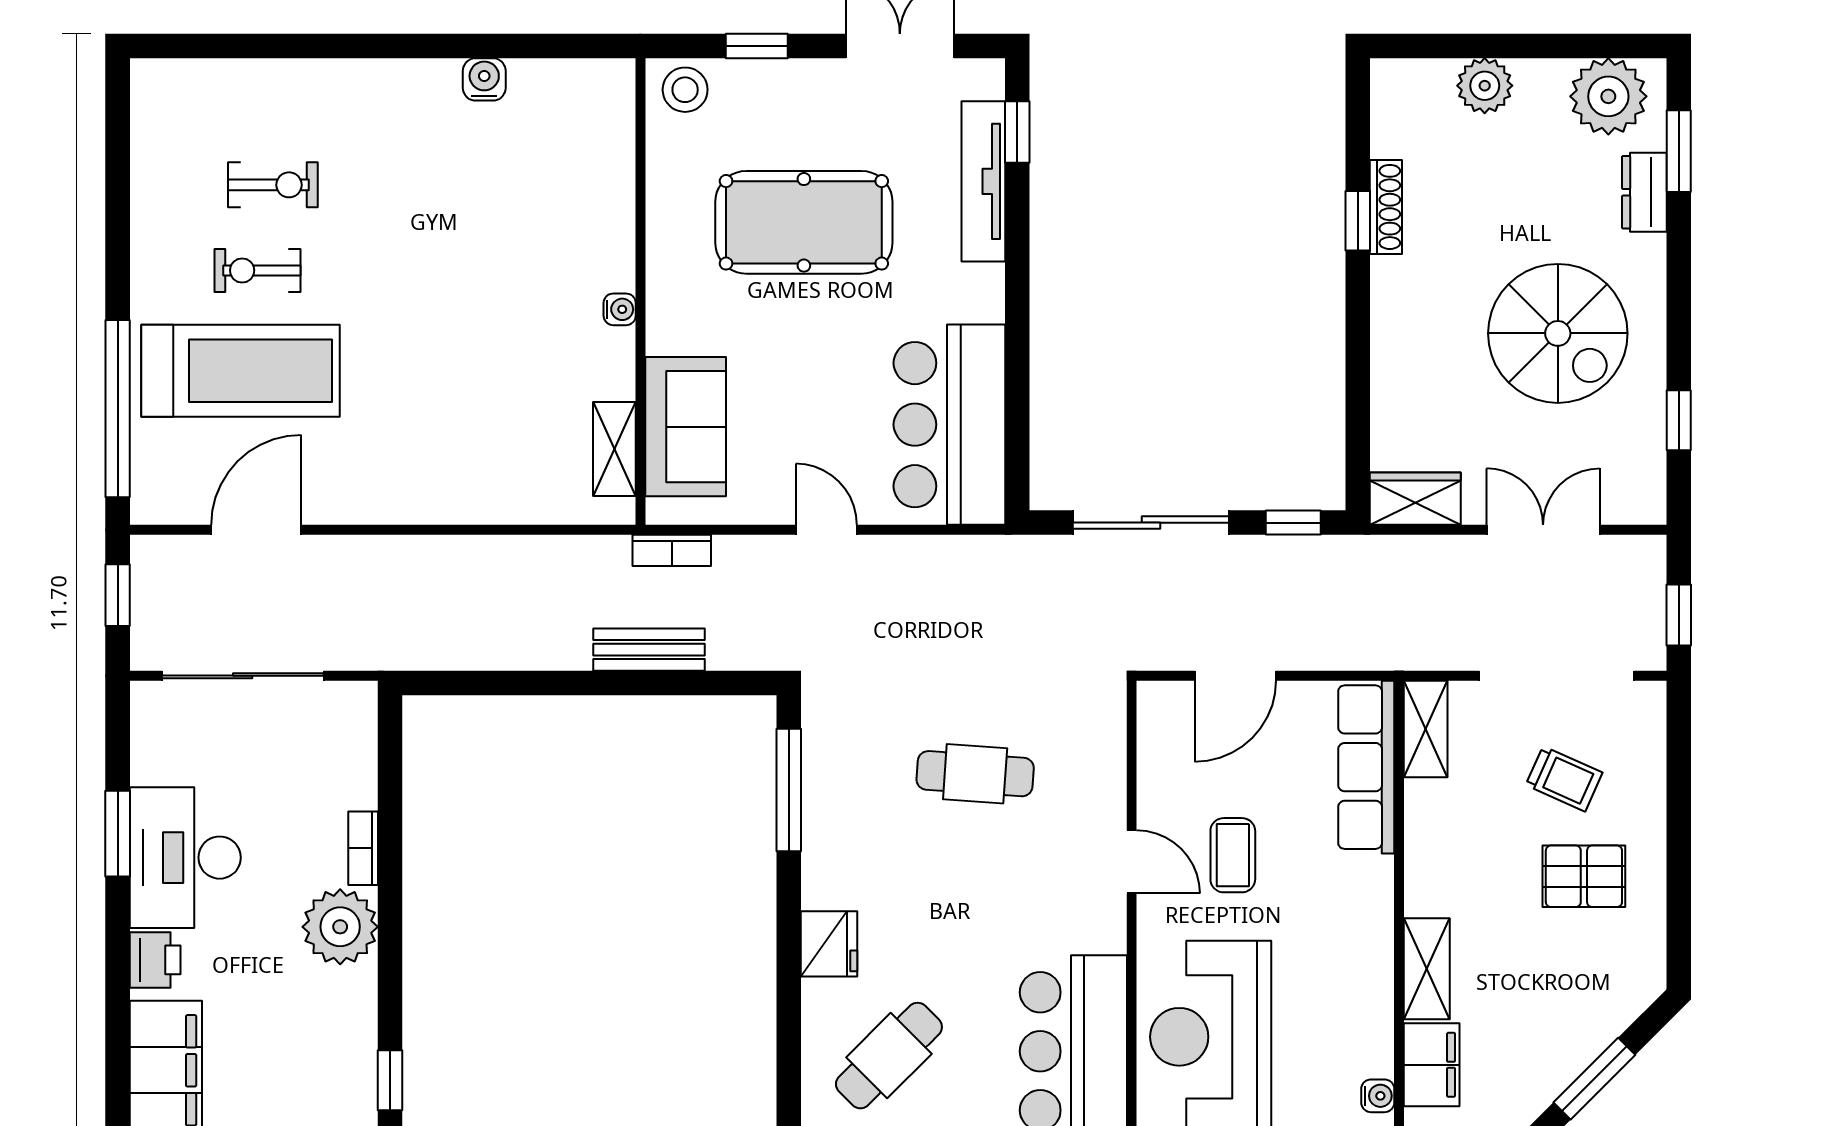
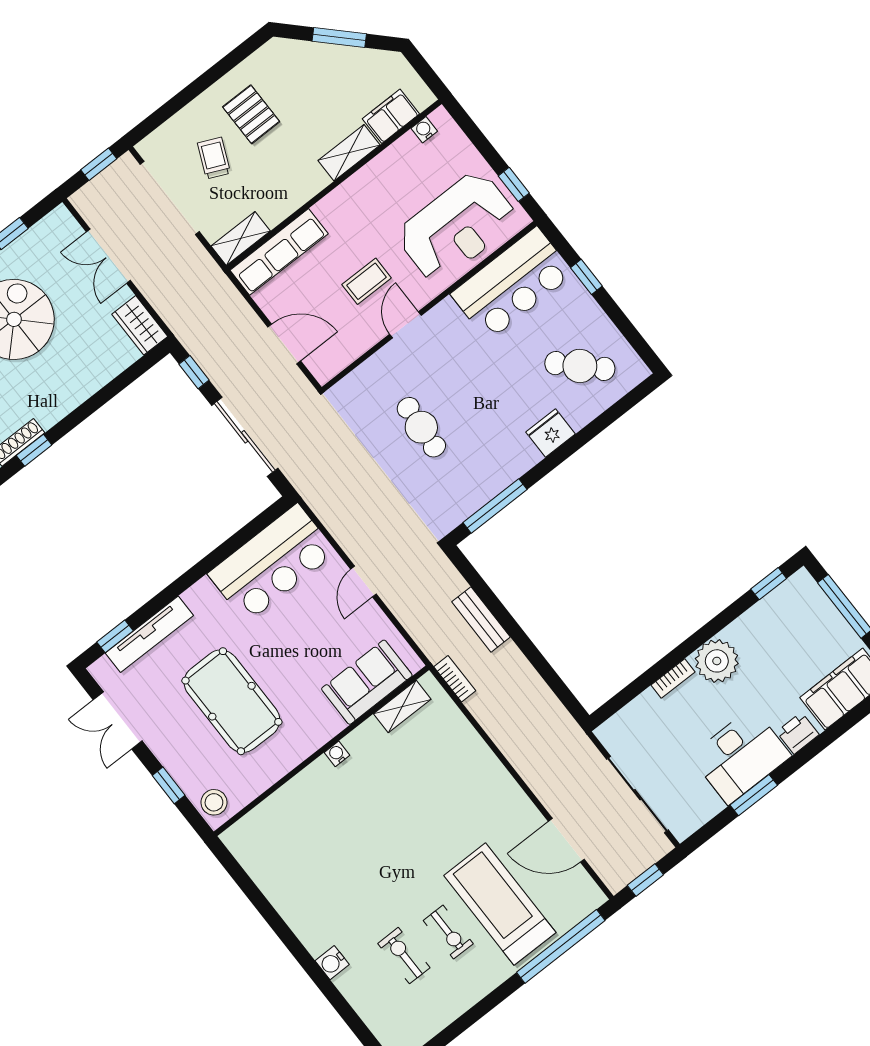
water cooler: (484, 79) -> (332, 963), moved
bookcase: (672, 550) -> (455, 679), moved

